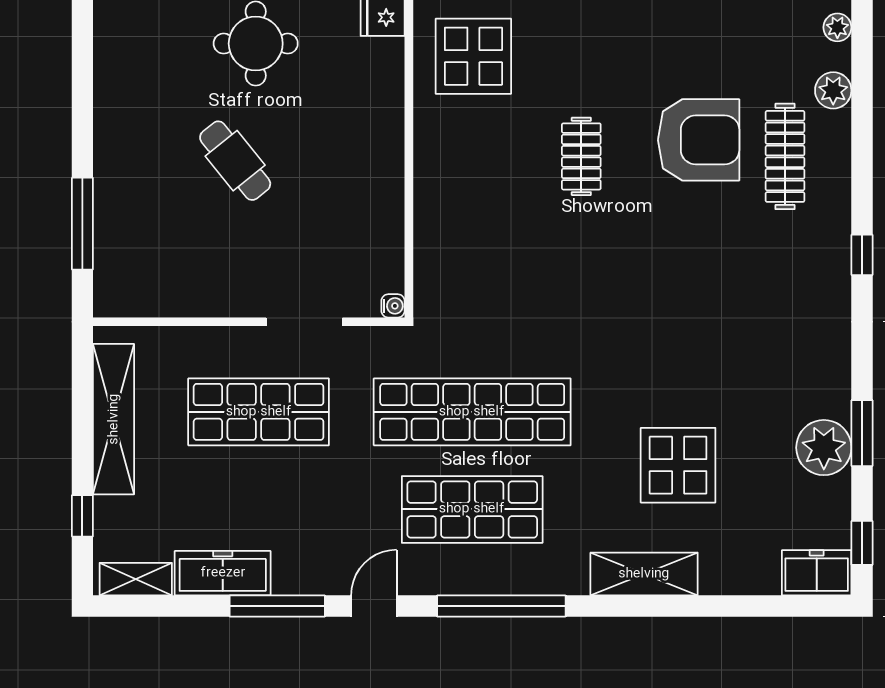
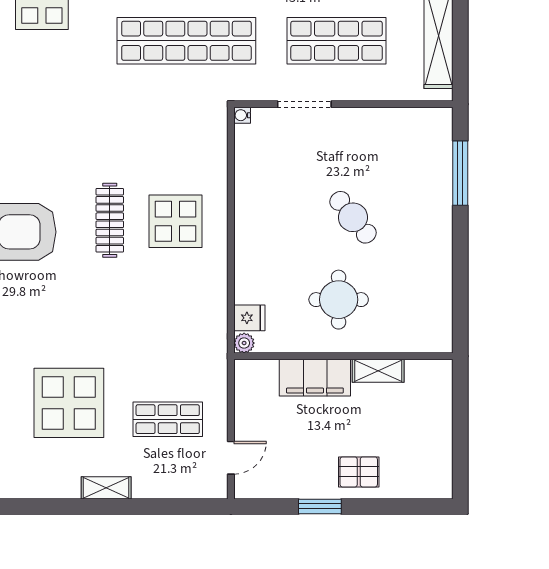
display table: (473, 56) -> (175, 221), moved
clothes rail: (581, 156) -> (110, 220), width x1.36

